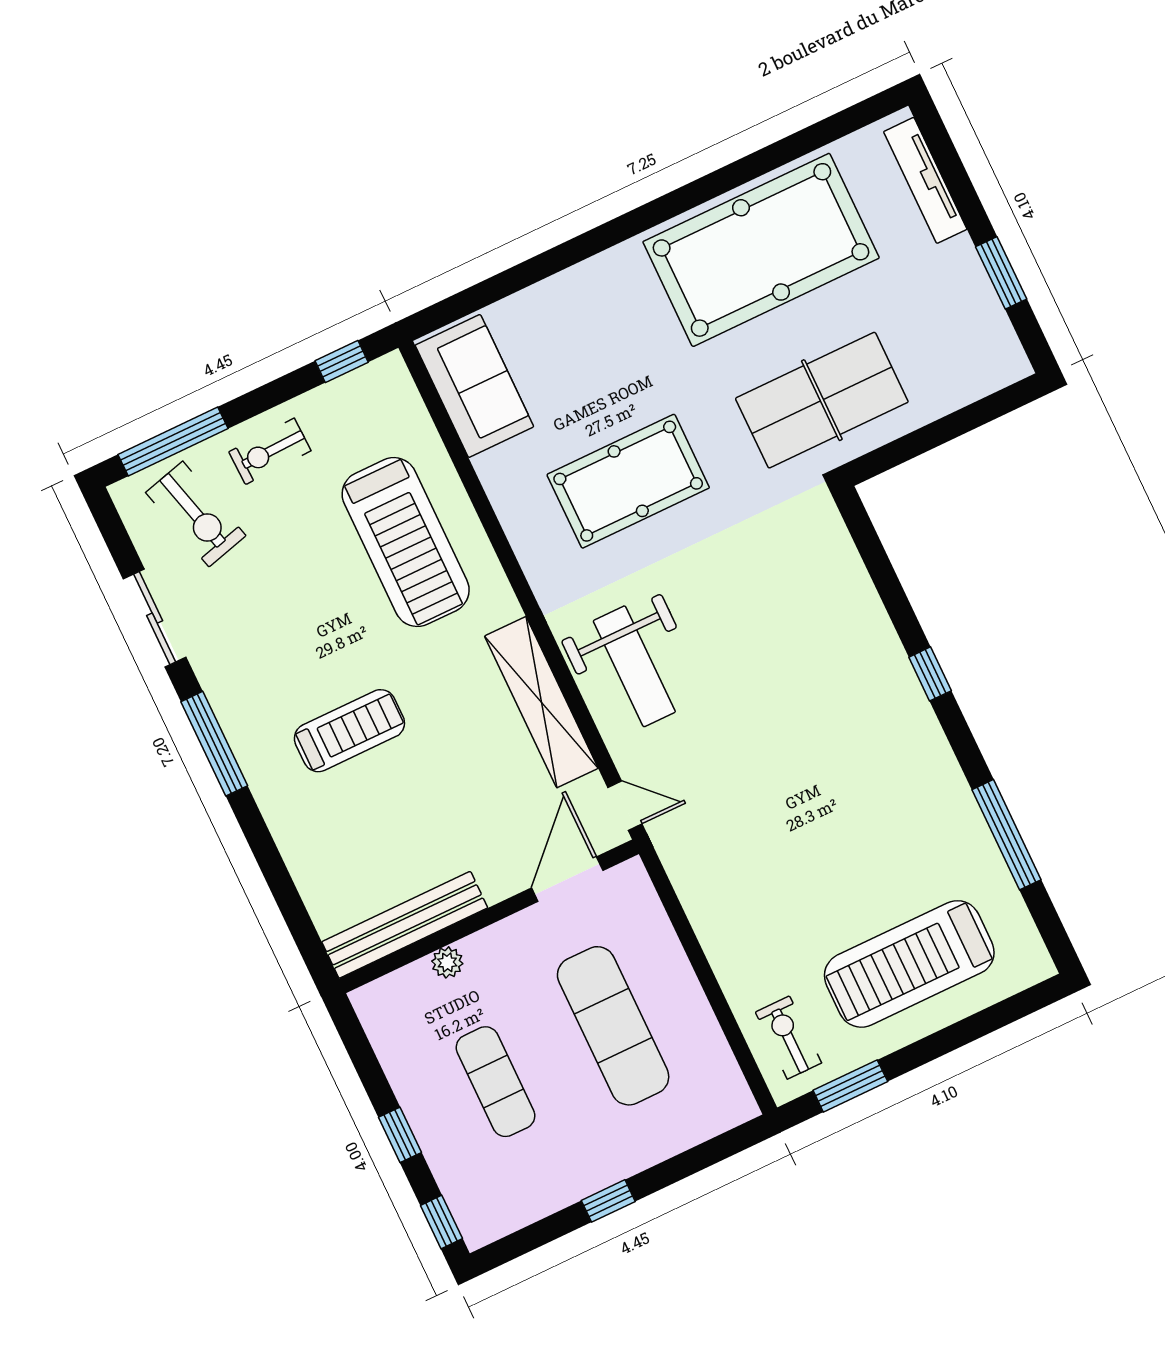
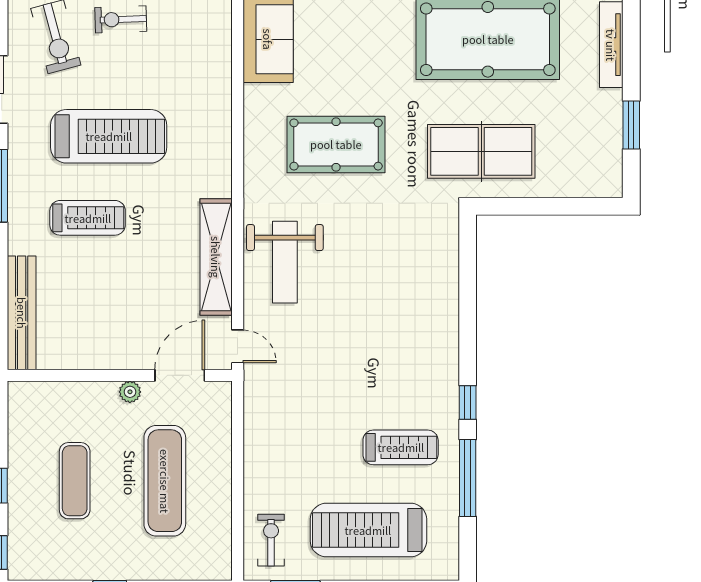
treadmill: (406, 542) -> (109, 136), moved, turned -90
window: (930, 674) -> (468, 403), moved
treadmill: (900, 836) -> (401, 447), added
bench: (405, 925) -> (22, 313), moved, turned 90
plant: (447, 962) -> (130, 392), moved

